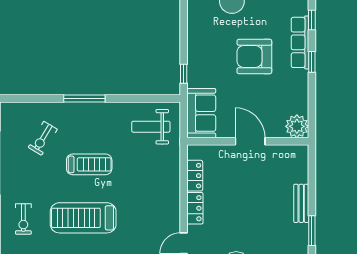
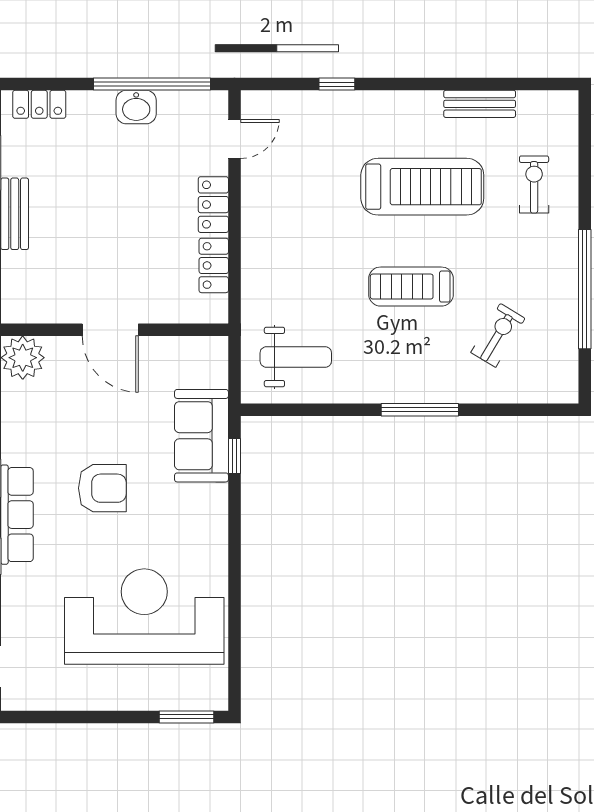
armchair: (254, 57) -> (102, 488), width x0.73, depth x0.73
sofa: (201, 113) -> (201, 436), moved

